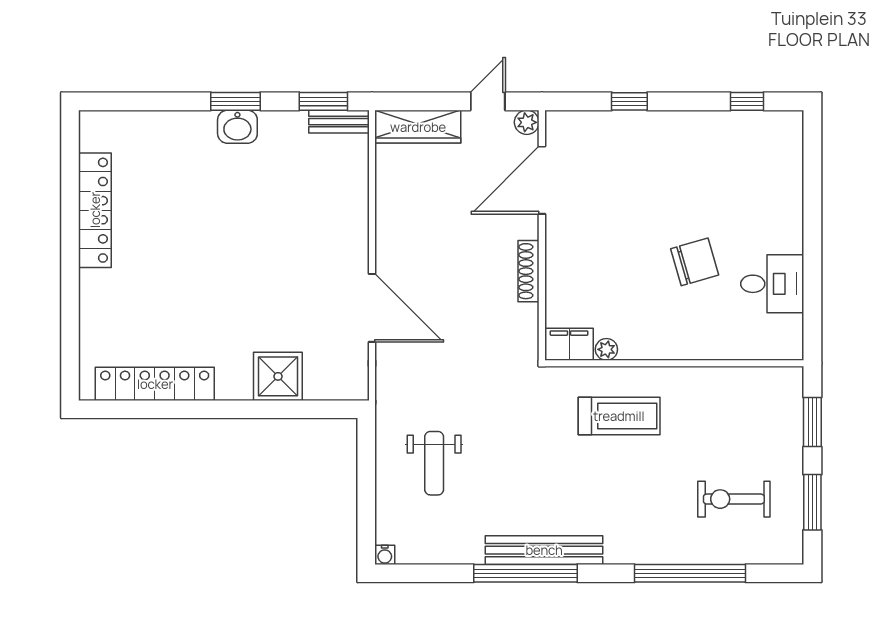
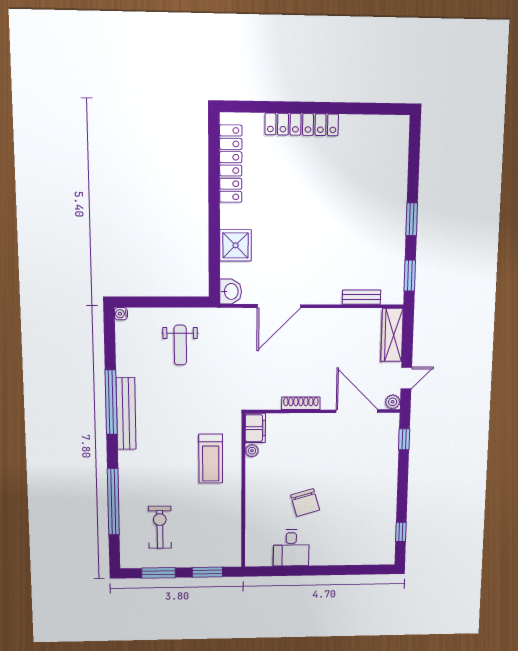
door: (488, 101) -> (406, 378), hinge flipped
window: (629, 101) -> (404, 439), moved
bench: (339, 122) -> (361, 297), moved, turned 90
washbasin: (237, 127) -> (231, 291), moved, turned 180
locker: (95, 210) -> (302, 124), moved
weight bench: (434, 463) -> (180, 345), turned -90

